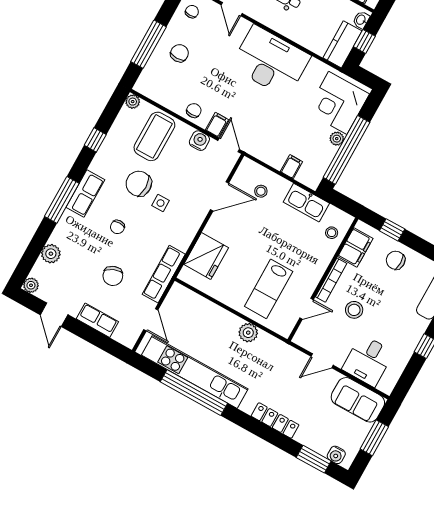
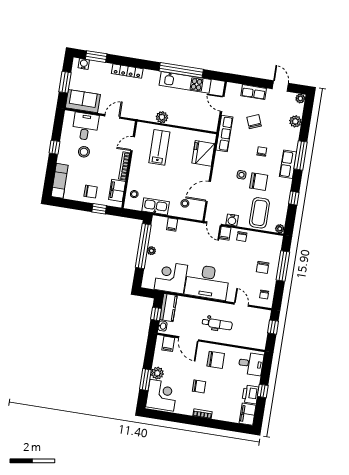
corner desk: (338, 103) -> (171, 277), moved, turned -90
stool: (354, 310) -> (84, 152), moved
kitchen unit: (195, 372) -> (185, 82), width x0.73

